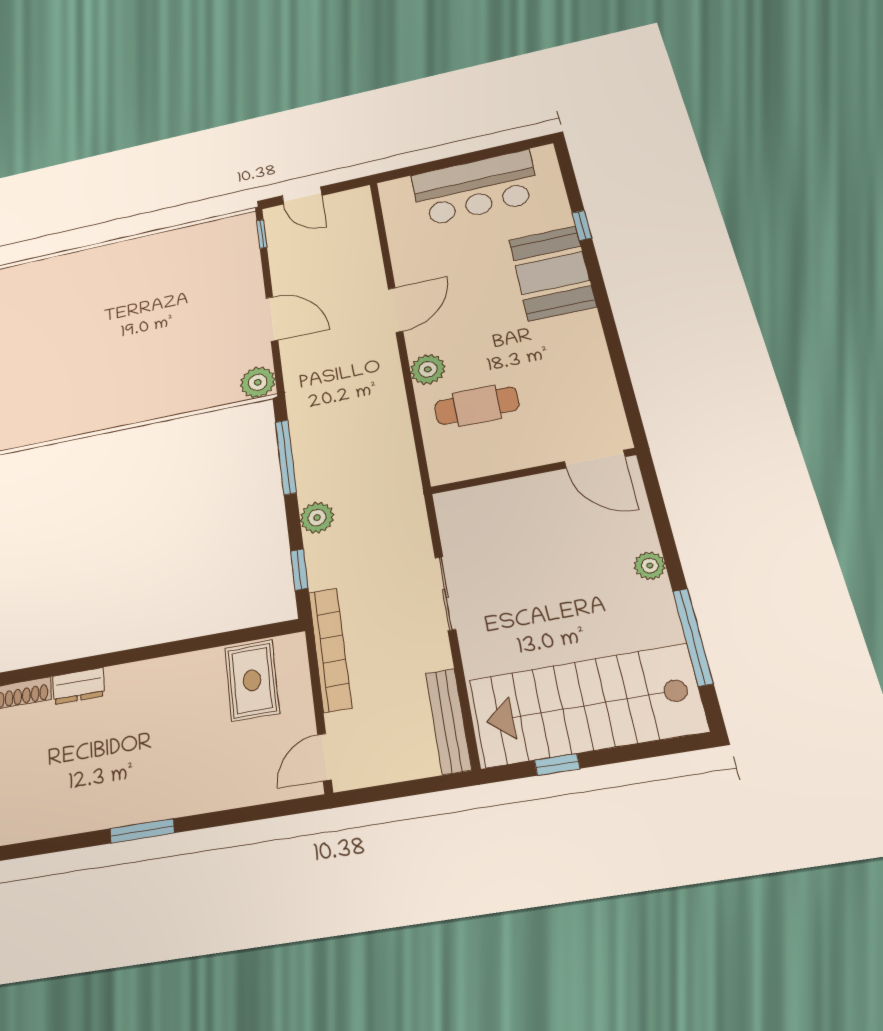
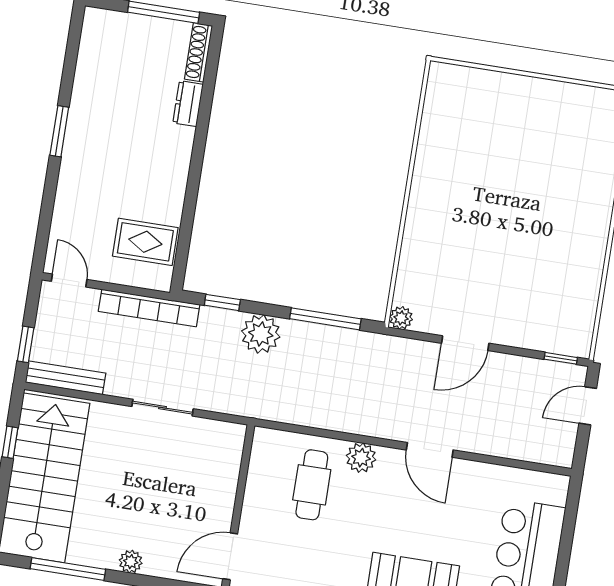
plant: (258, 382) -> (401, 318), width x0.73, depth x0.73
plant: (317, 518) -> (261, 334), width x1.36, depth x1.36
window: (422, 786) -> (26, 344), added

